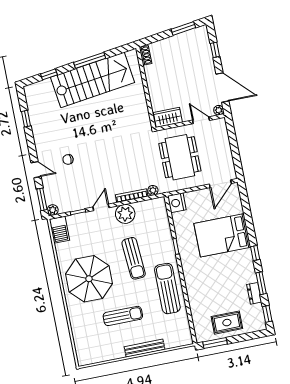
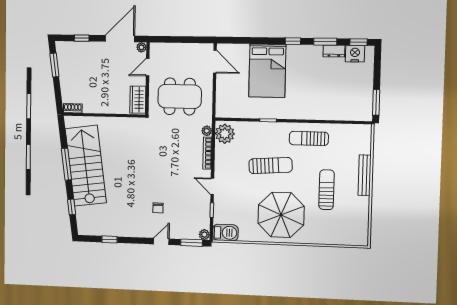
nightstand: (177, 203) -> (355, 54), moved, turned 180
plant: (125, 214) -> (225, 134), moved
sun lounger: (167, 288) -> (309, 138), width x0.73, depth x0.75
rug: (227, 323) -> (358, 86), removed

